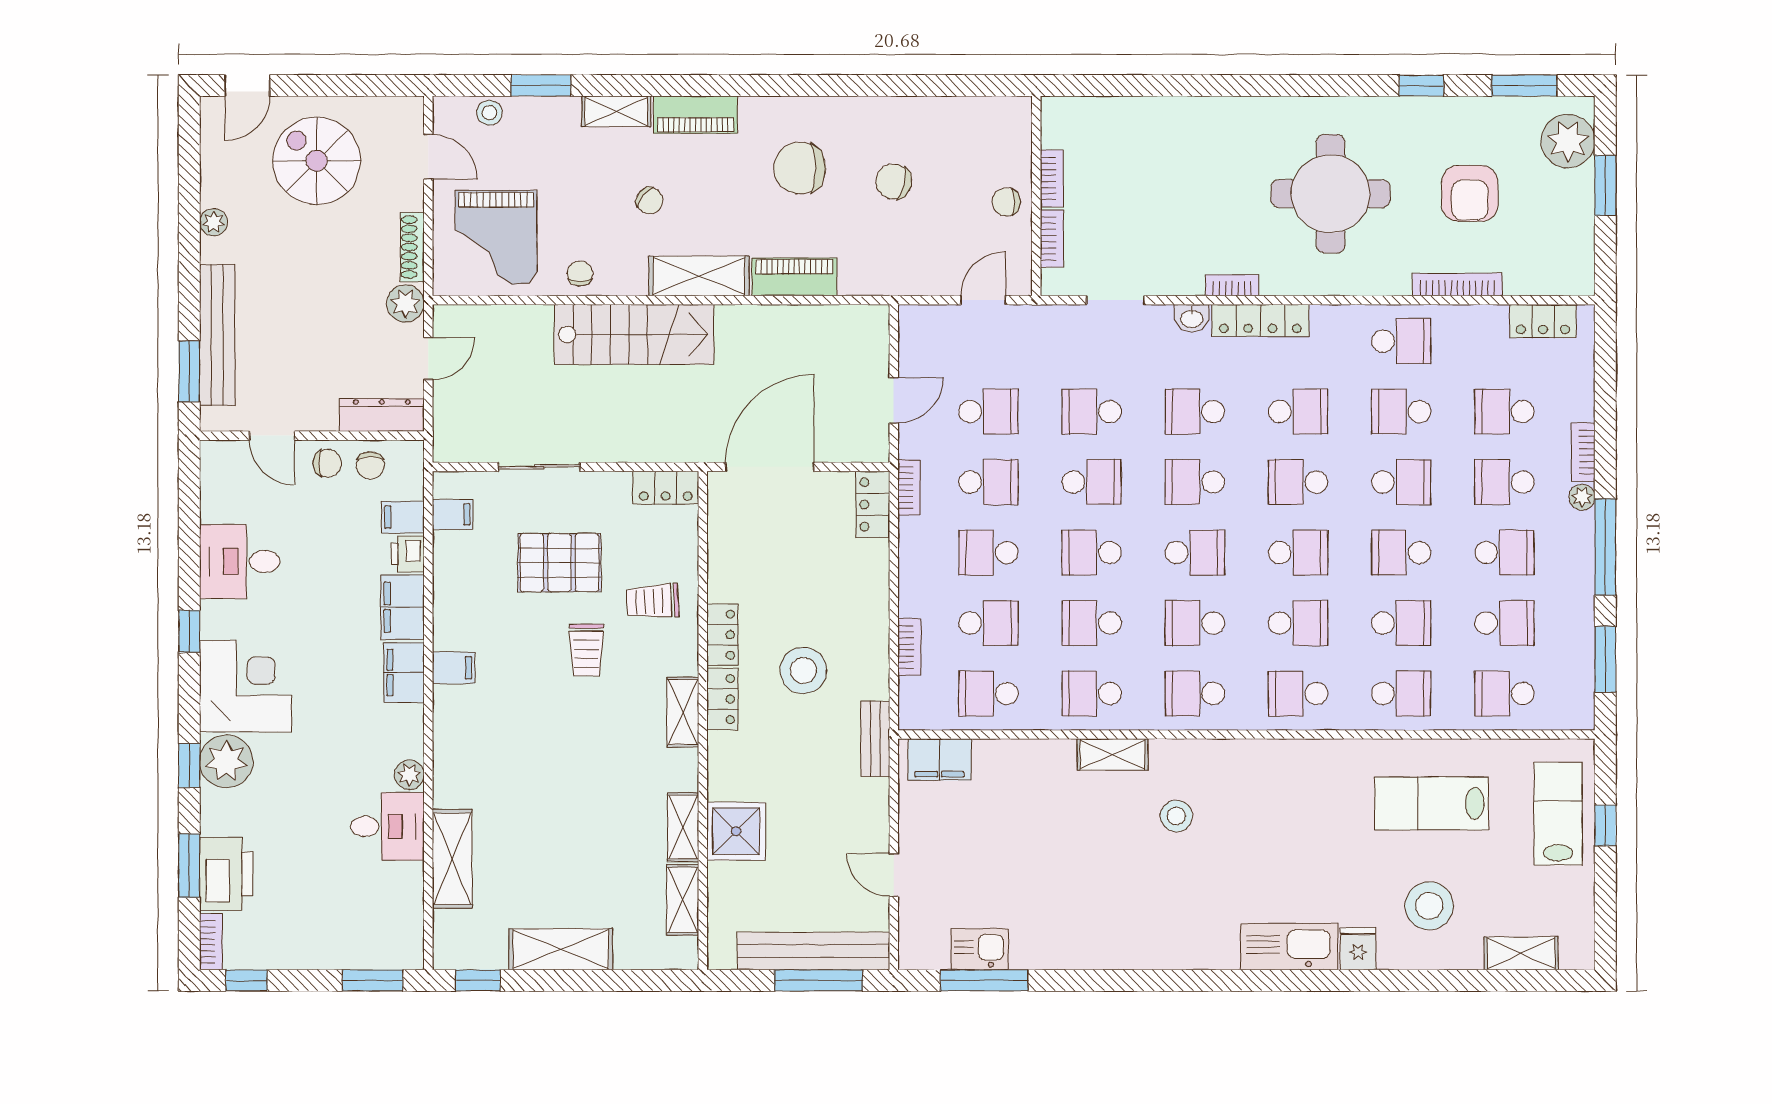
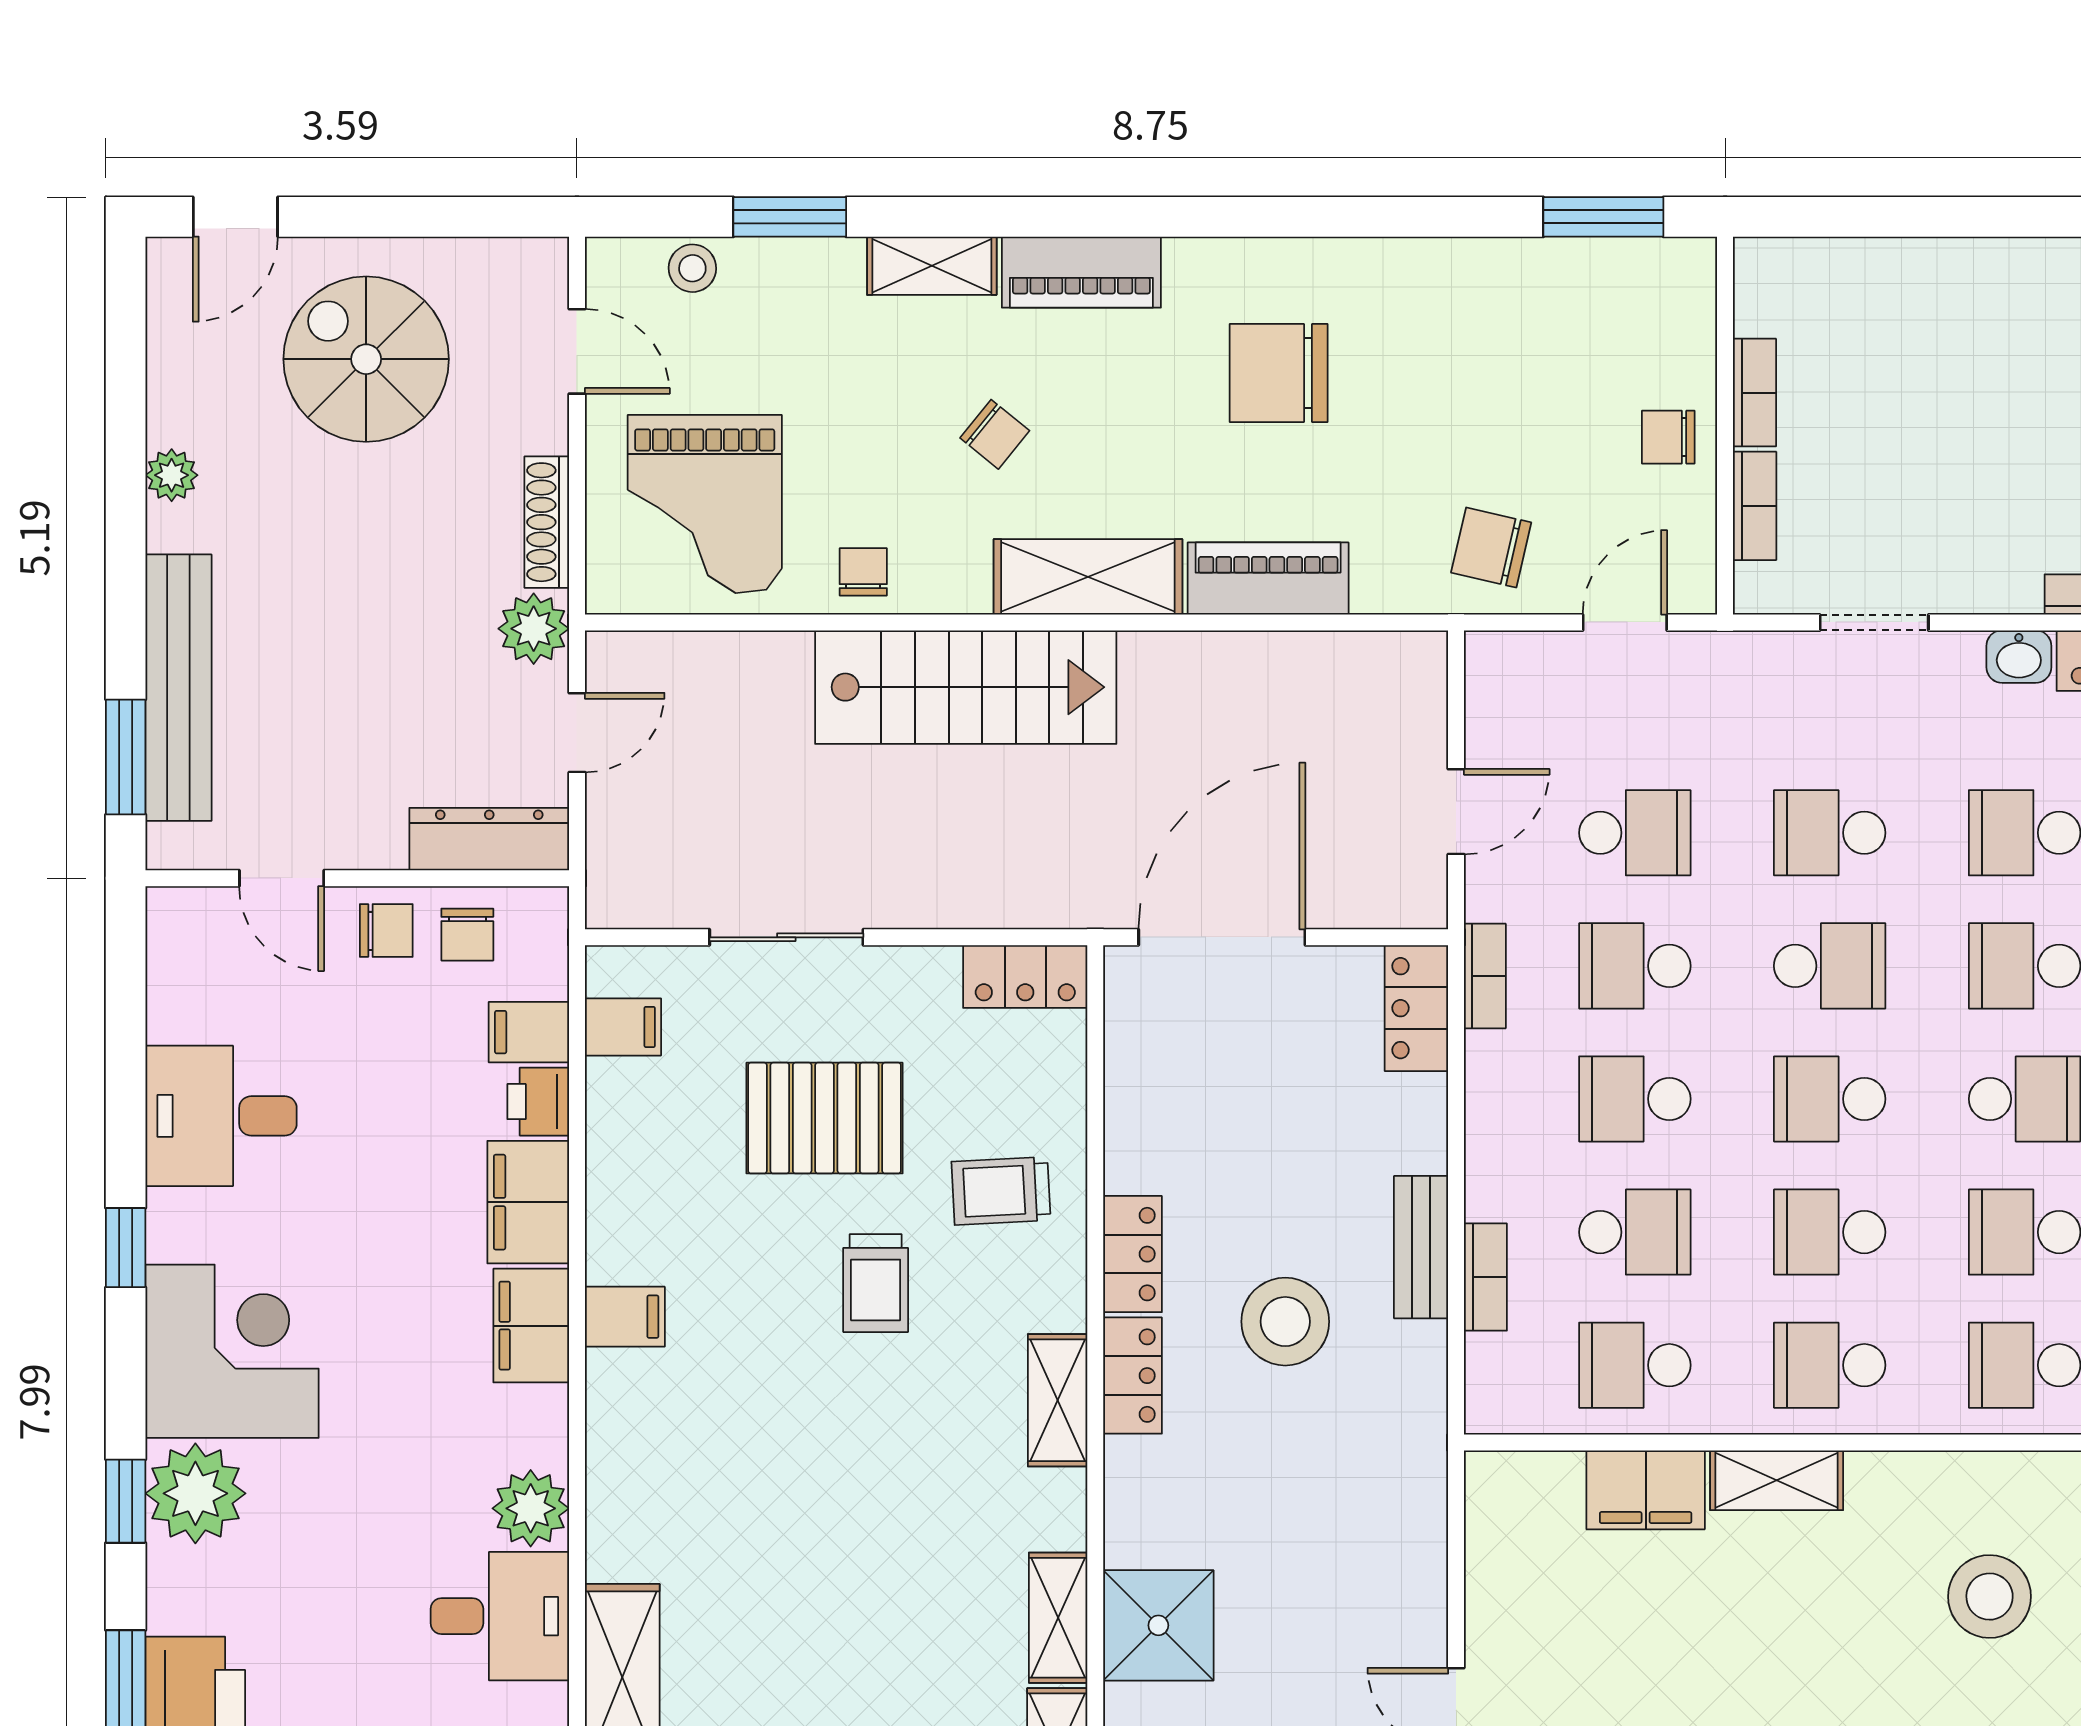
window: (972, 85) -> (1603, 217), added
chair: (894, 182) -> (1491, 547), moved
school desk: (988, 482) -> (1635, 966), turned 180
bench: (875, 739) -> (1421, 1247), moved
shelving: (1113, 754) -> (1777, 1480), moved
filing cabinet: (939, 760) -> (1646, 1490), moved
plant: (409, 775) -> (531, 1508), width x1.38, depth x1.38
stool: (1176, 816) -> (1990, 1597), width x1.38, depth x1.38

